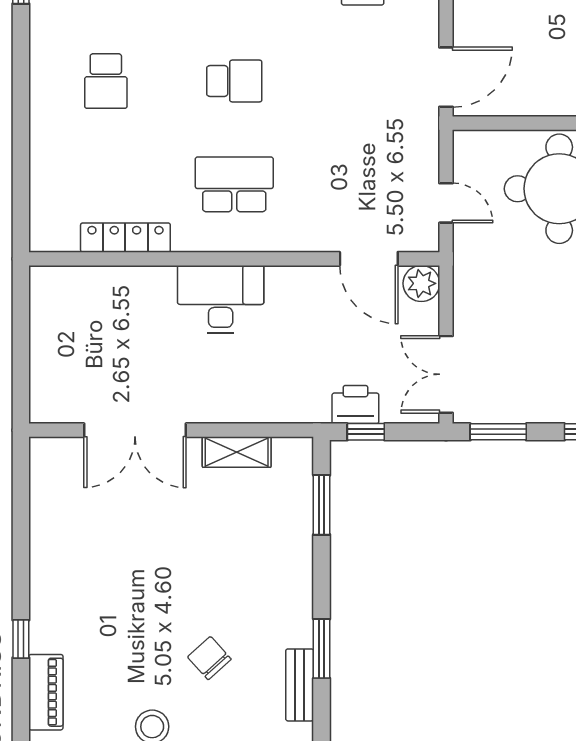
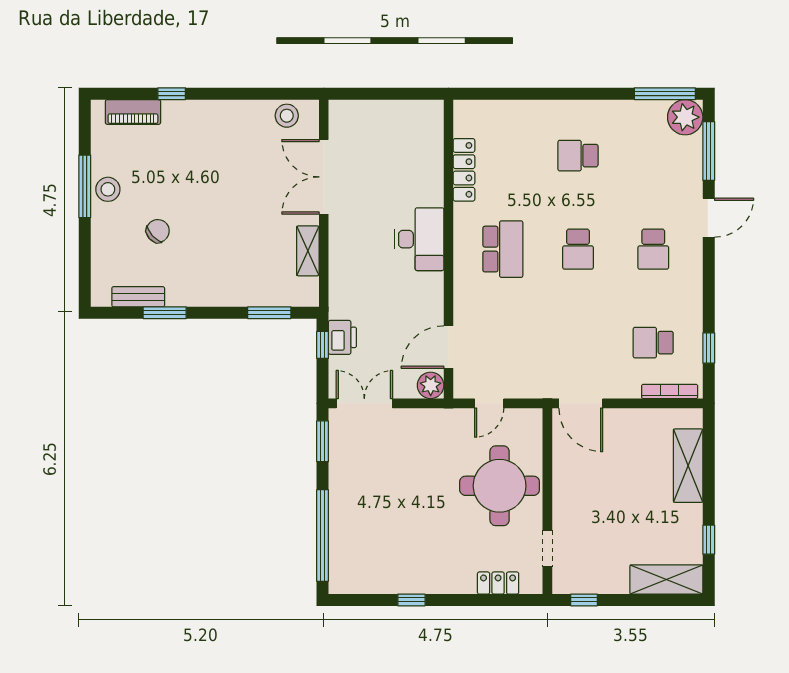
stool: (51, 481) -> (287, 116), added

